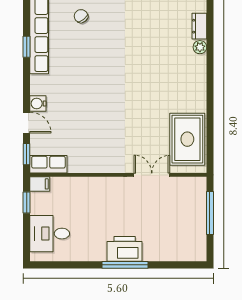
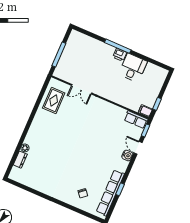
rug: (187, 139) -> (54, 100), width x0.73, depth x0.70
desk: (50, 234) -> (133, 68), moved, turned -90
printer: (125, 249) -> (120, 55), width x0.53, depth x0.68

